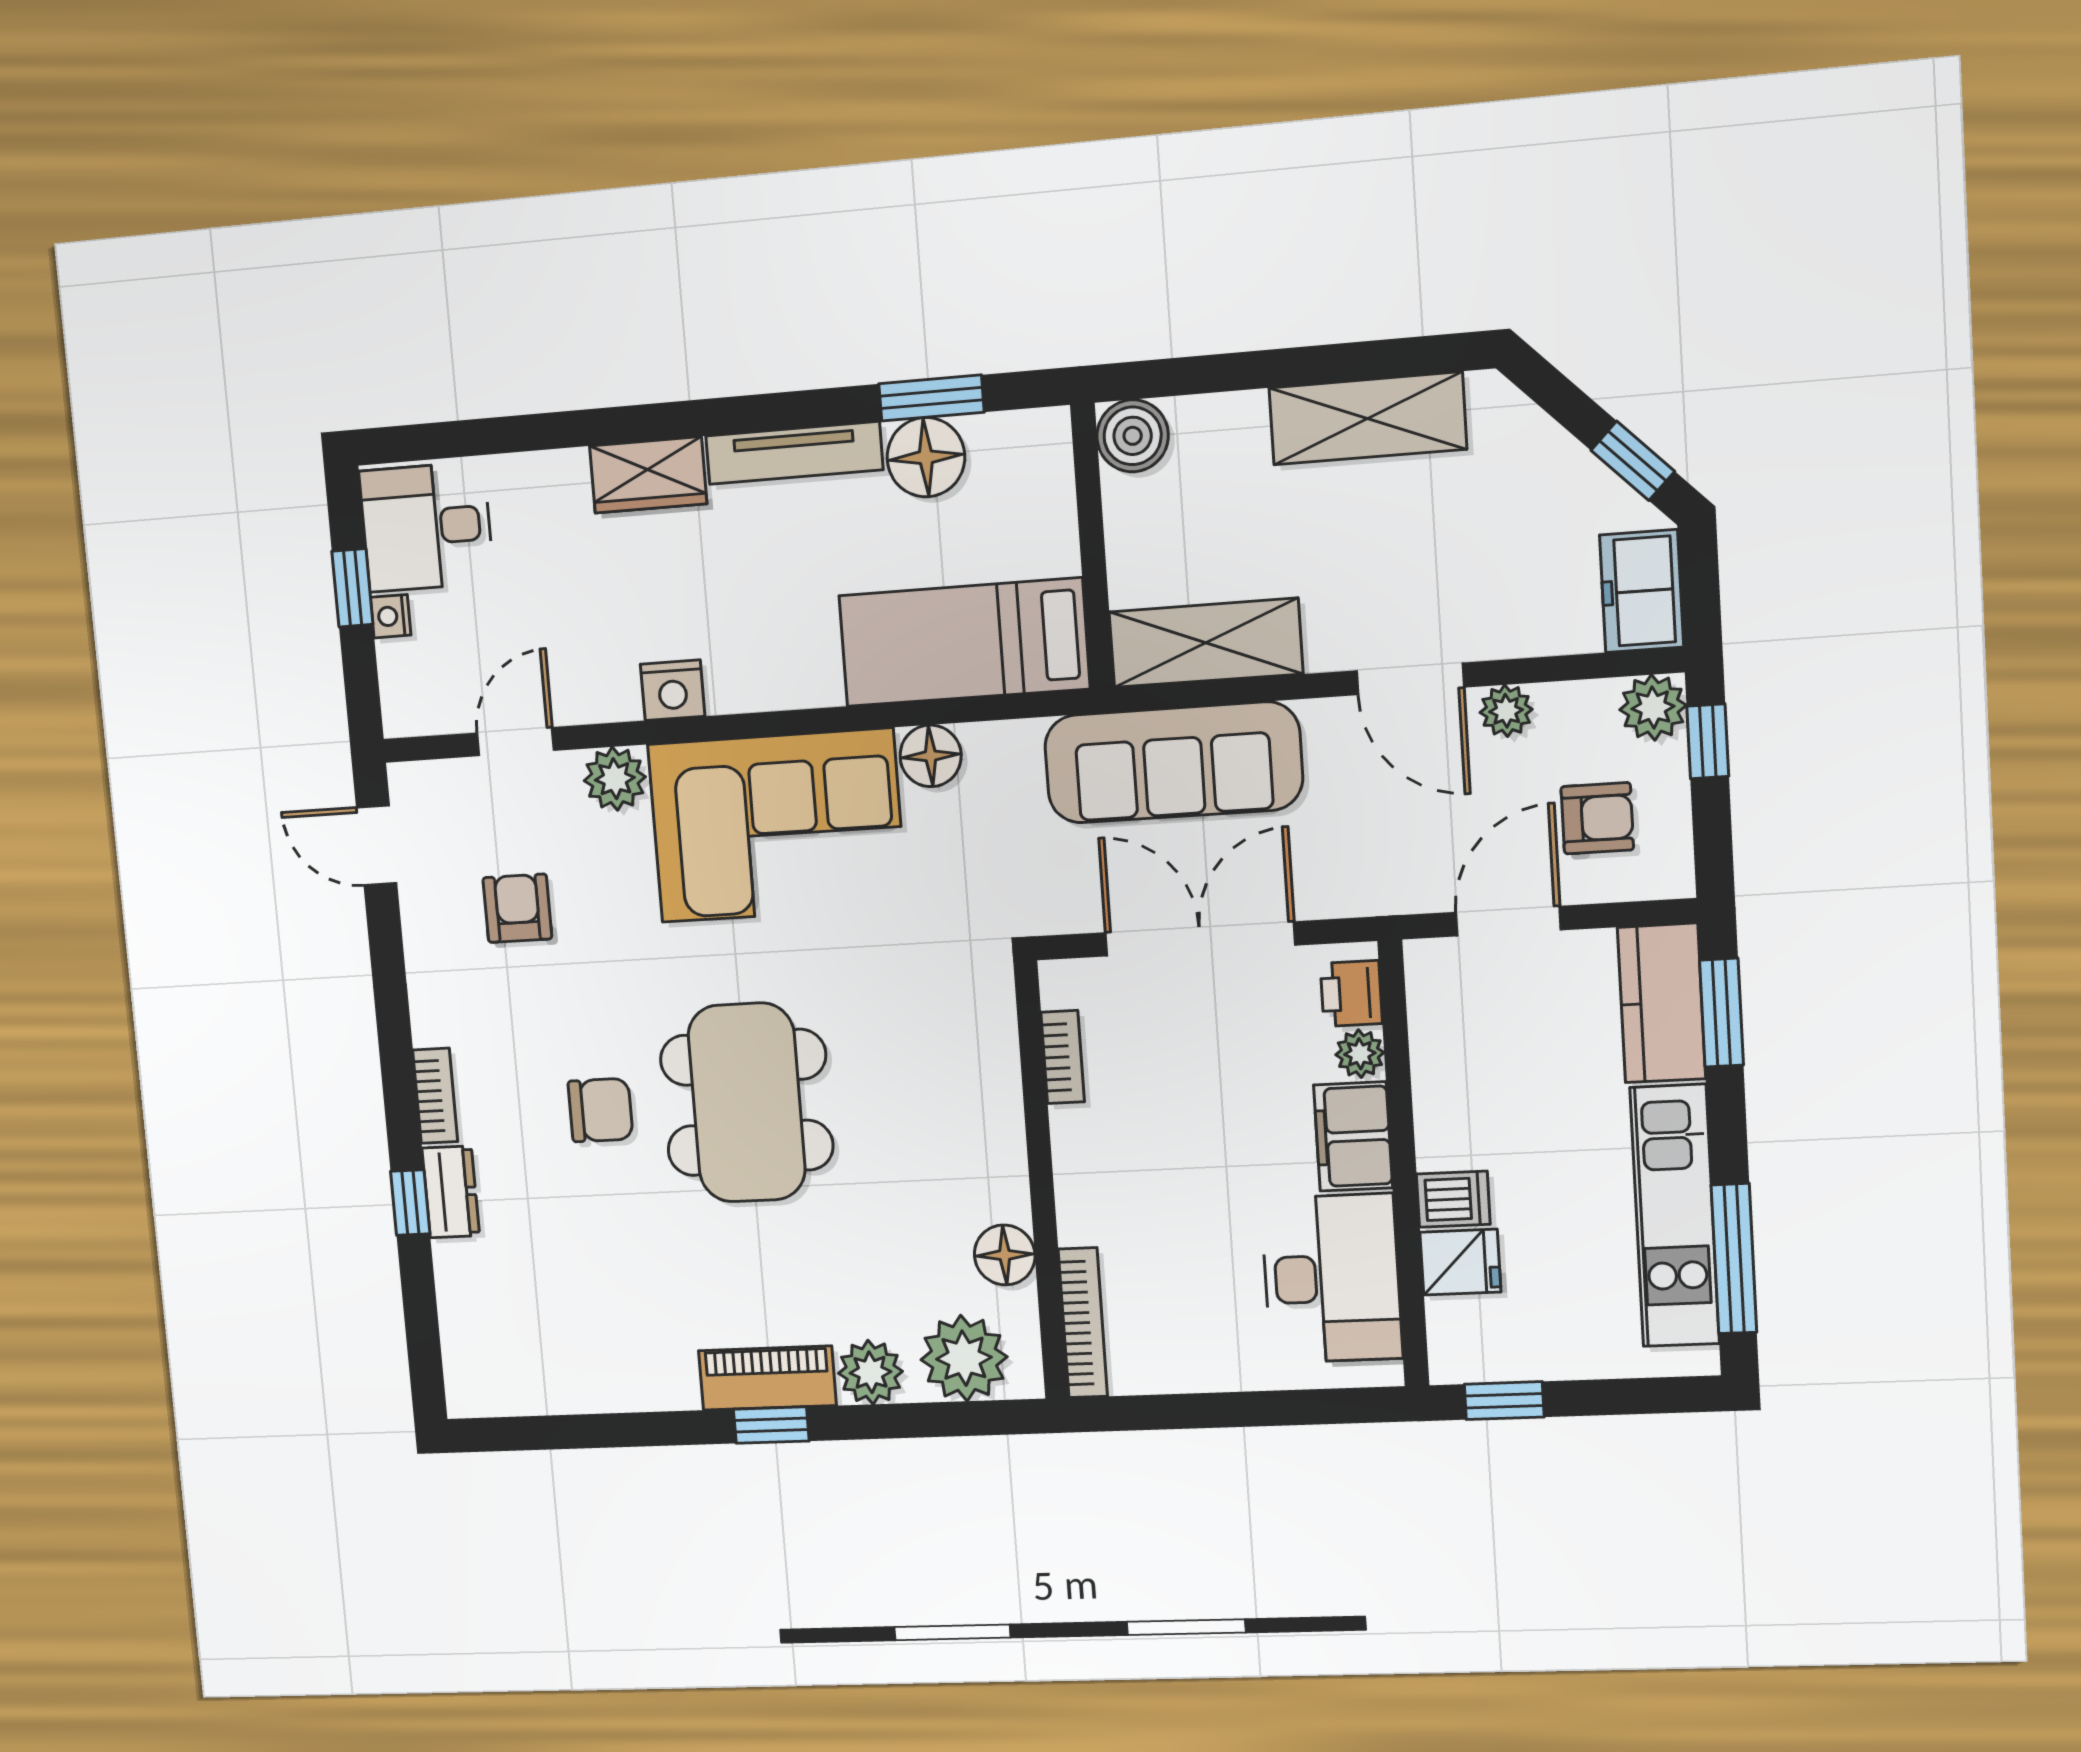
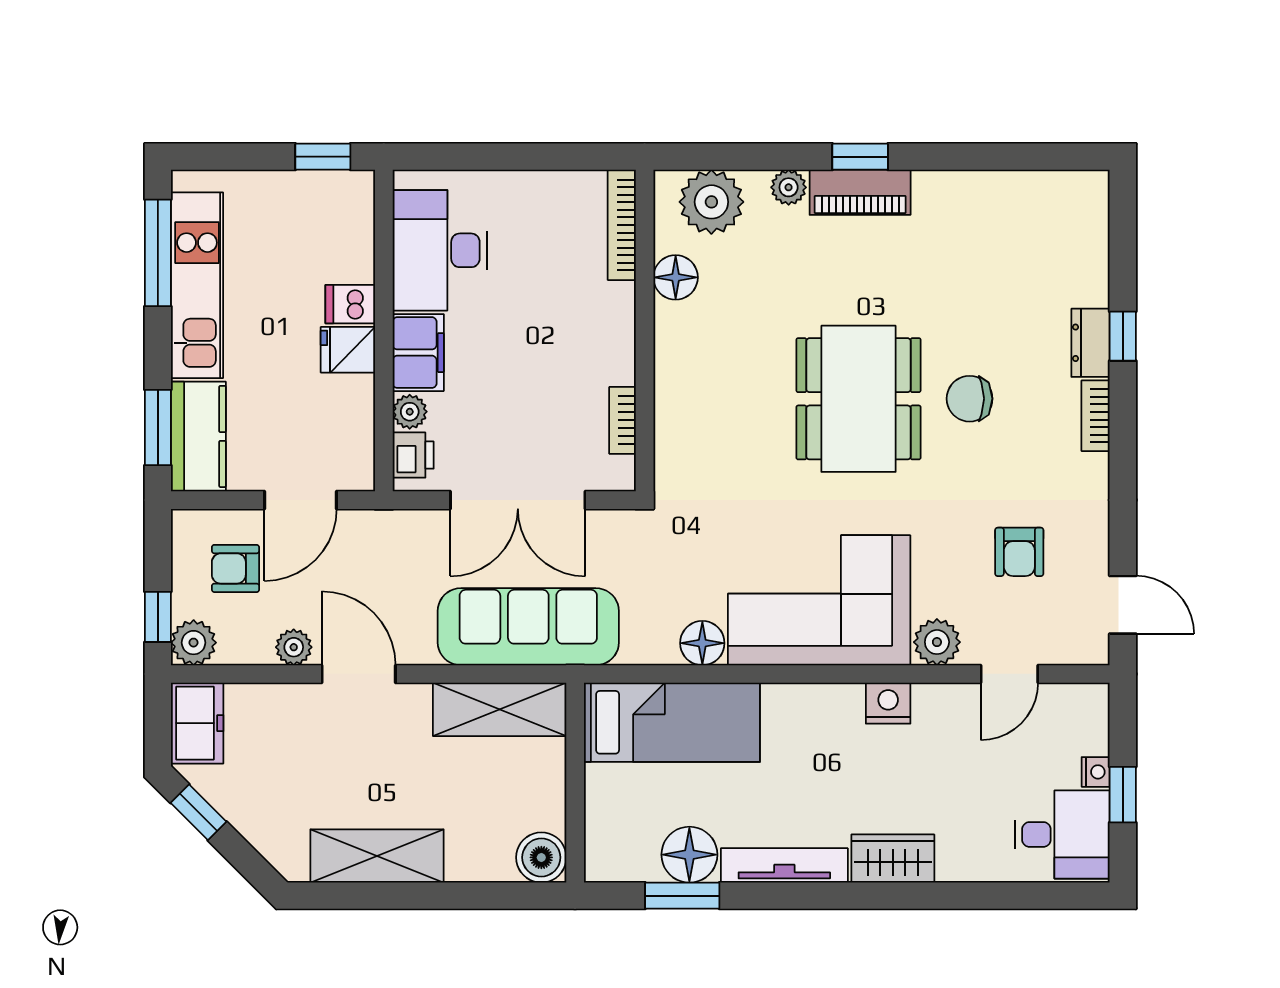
fridge: (1460, 1262) -> (348, 350), moved
plant: (870, 1372) -> (789, 187), width x0.73, depth x0.73

